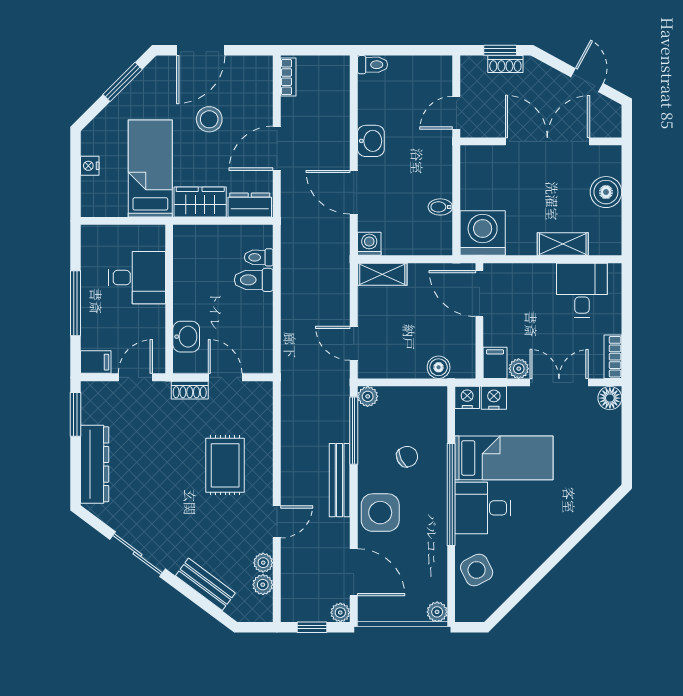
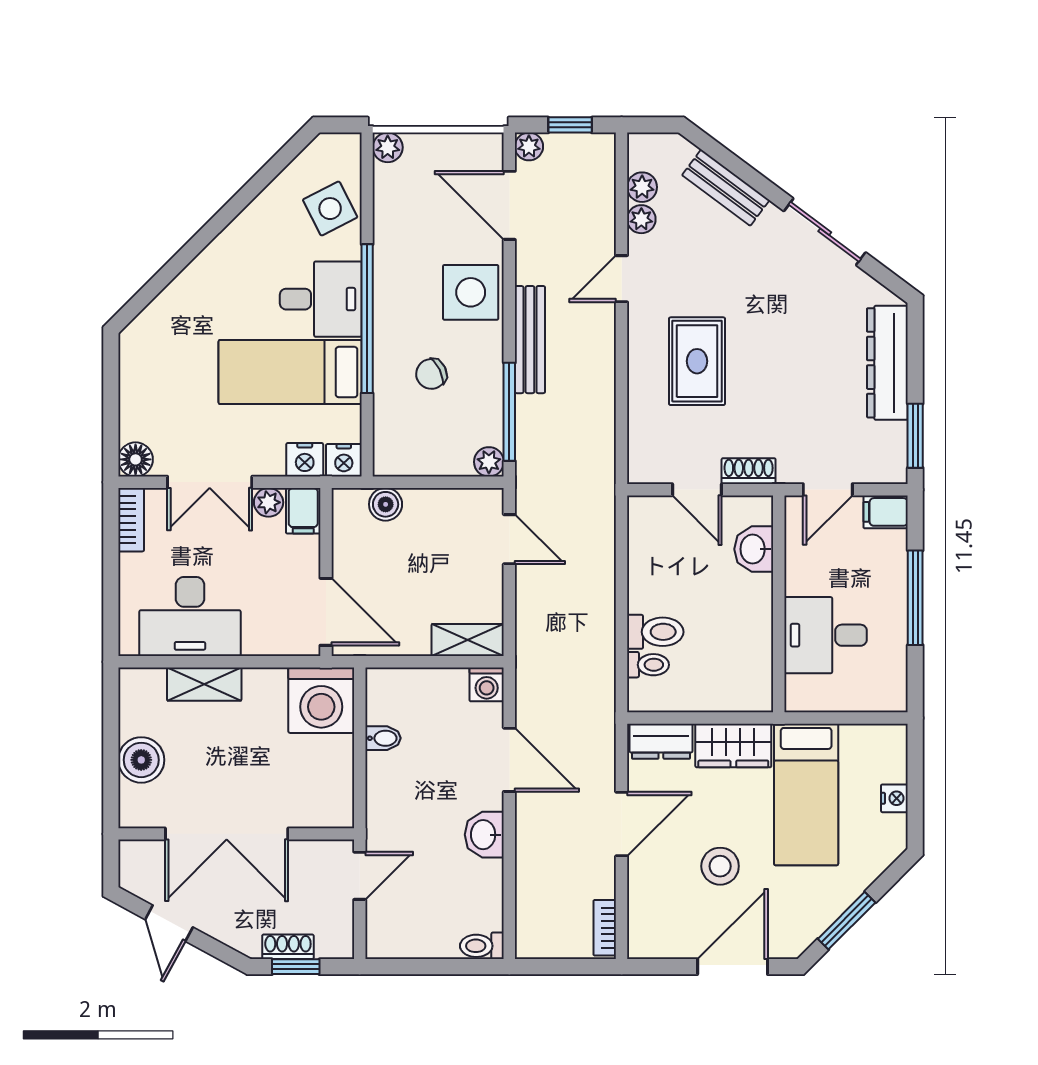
desk: (582, 290) -> (190, 616), width x1.37

